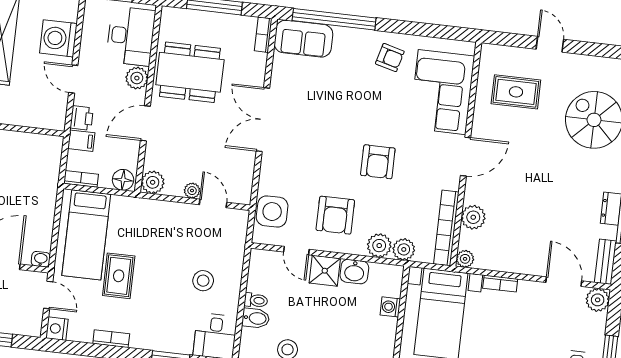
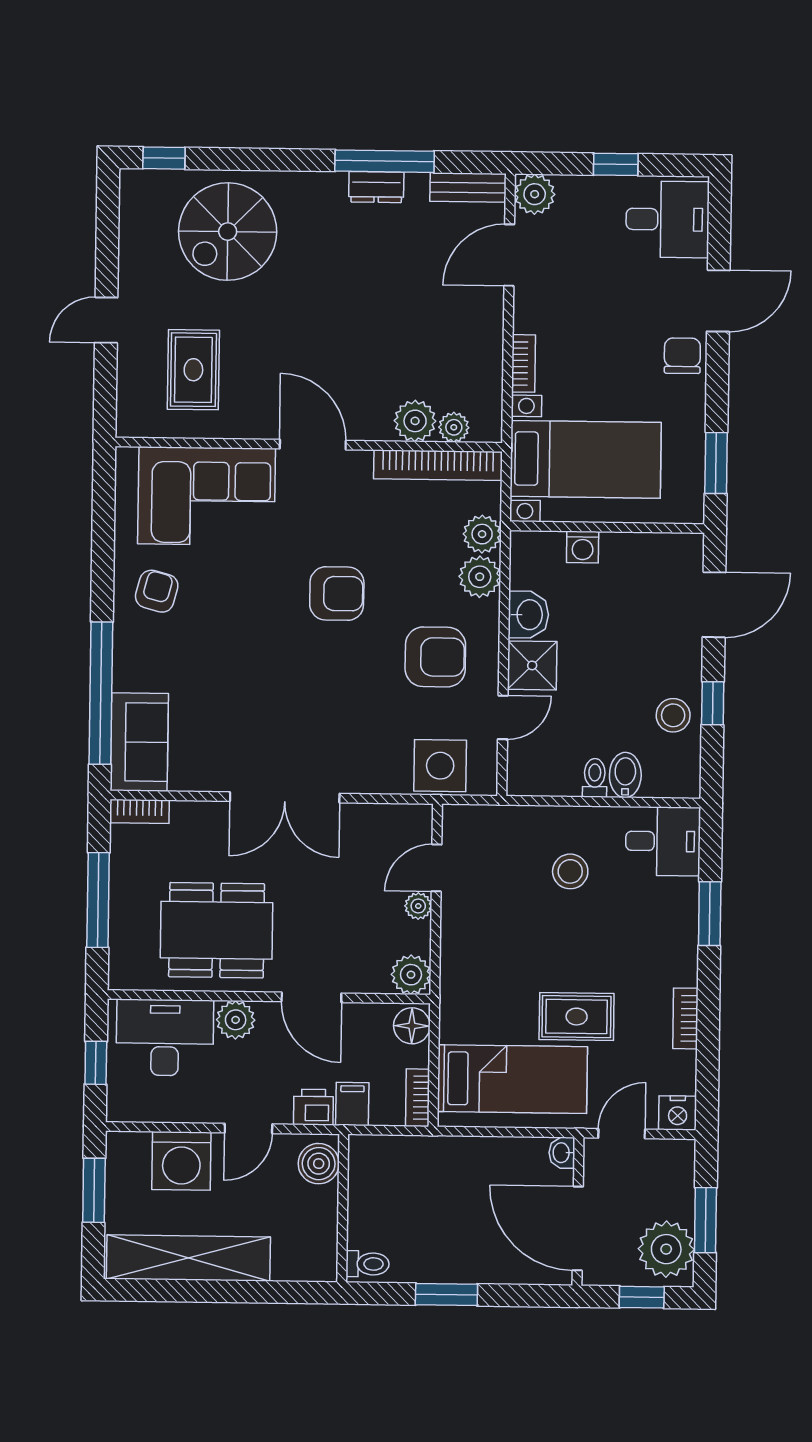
dining table: (190, 72) -> (217, 930), turned 90
boiler: (49, 118) -> (319, 1164), added
plant: (465, 259) -> (454, 427), moved

